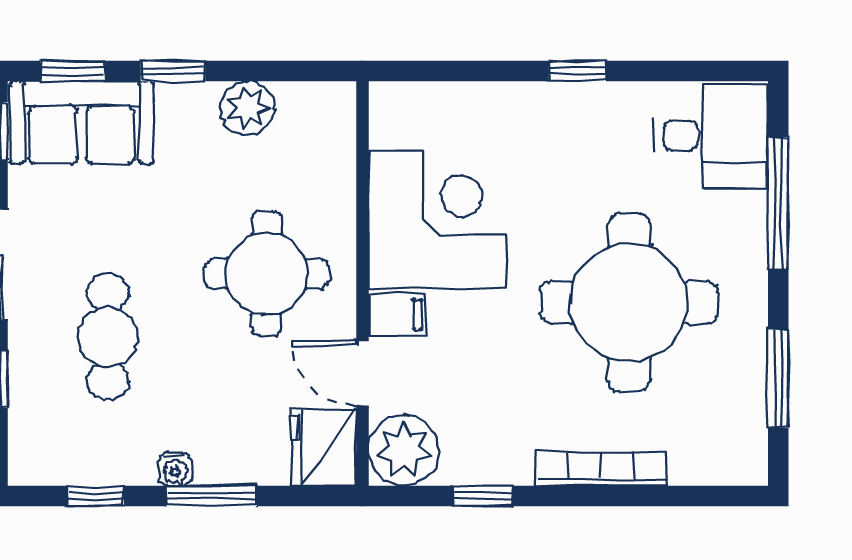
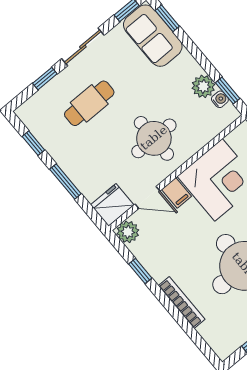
window: (173, 71) -> (228, 91), moved
door: (362, 373) -> (147, 197), swing flipped
plant: (404, 450) -> (128, 232), width x0.73, depth x0.73
water cooler: (175, 469) -> (220, 99), moved, turned 180

